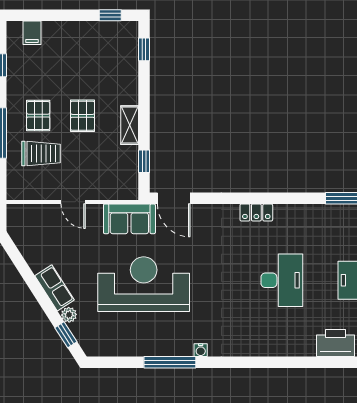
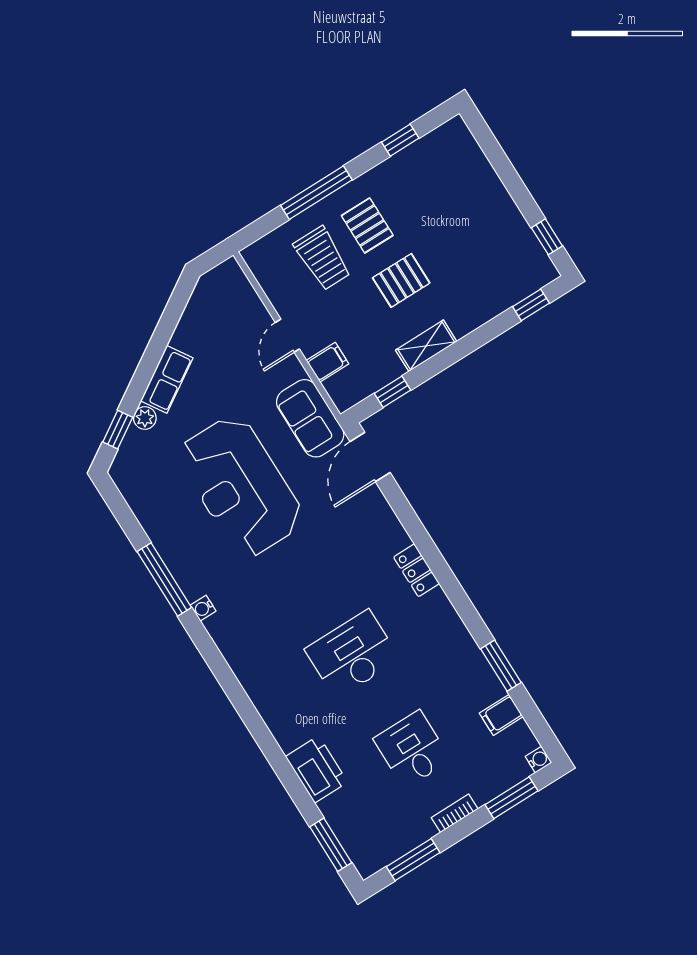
filing cabinet: (32, 33) -> (328, 362), moved, turned 180
pallet: (38, 116) -> (367, 225), turned 90
desk: (282, 280) -> (352, 654), turned 180
reception desk: (144, 284) -> (241, 486), turned 180

